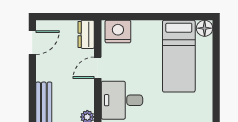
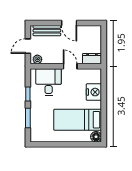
nightstand: (118, 32) -> (94, 92), moved
door: (32, 43) -> (69, 23), moved

